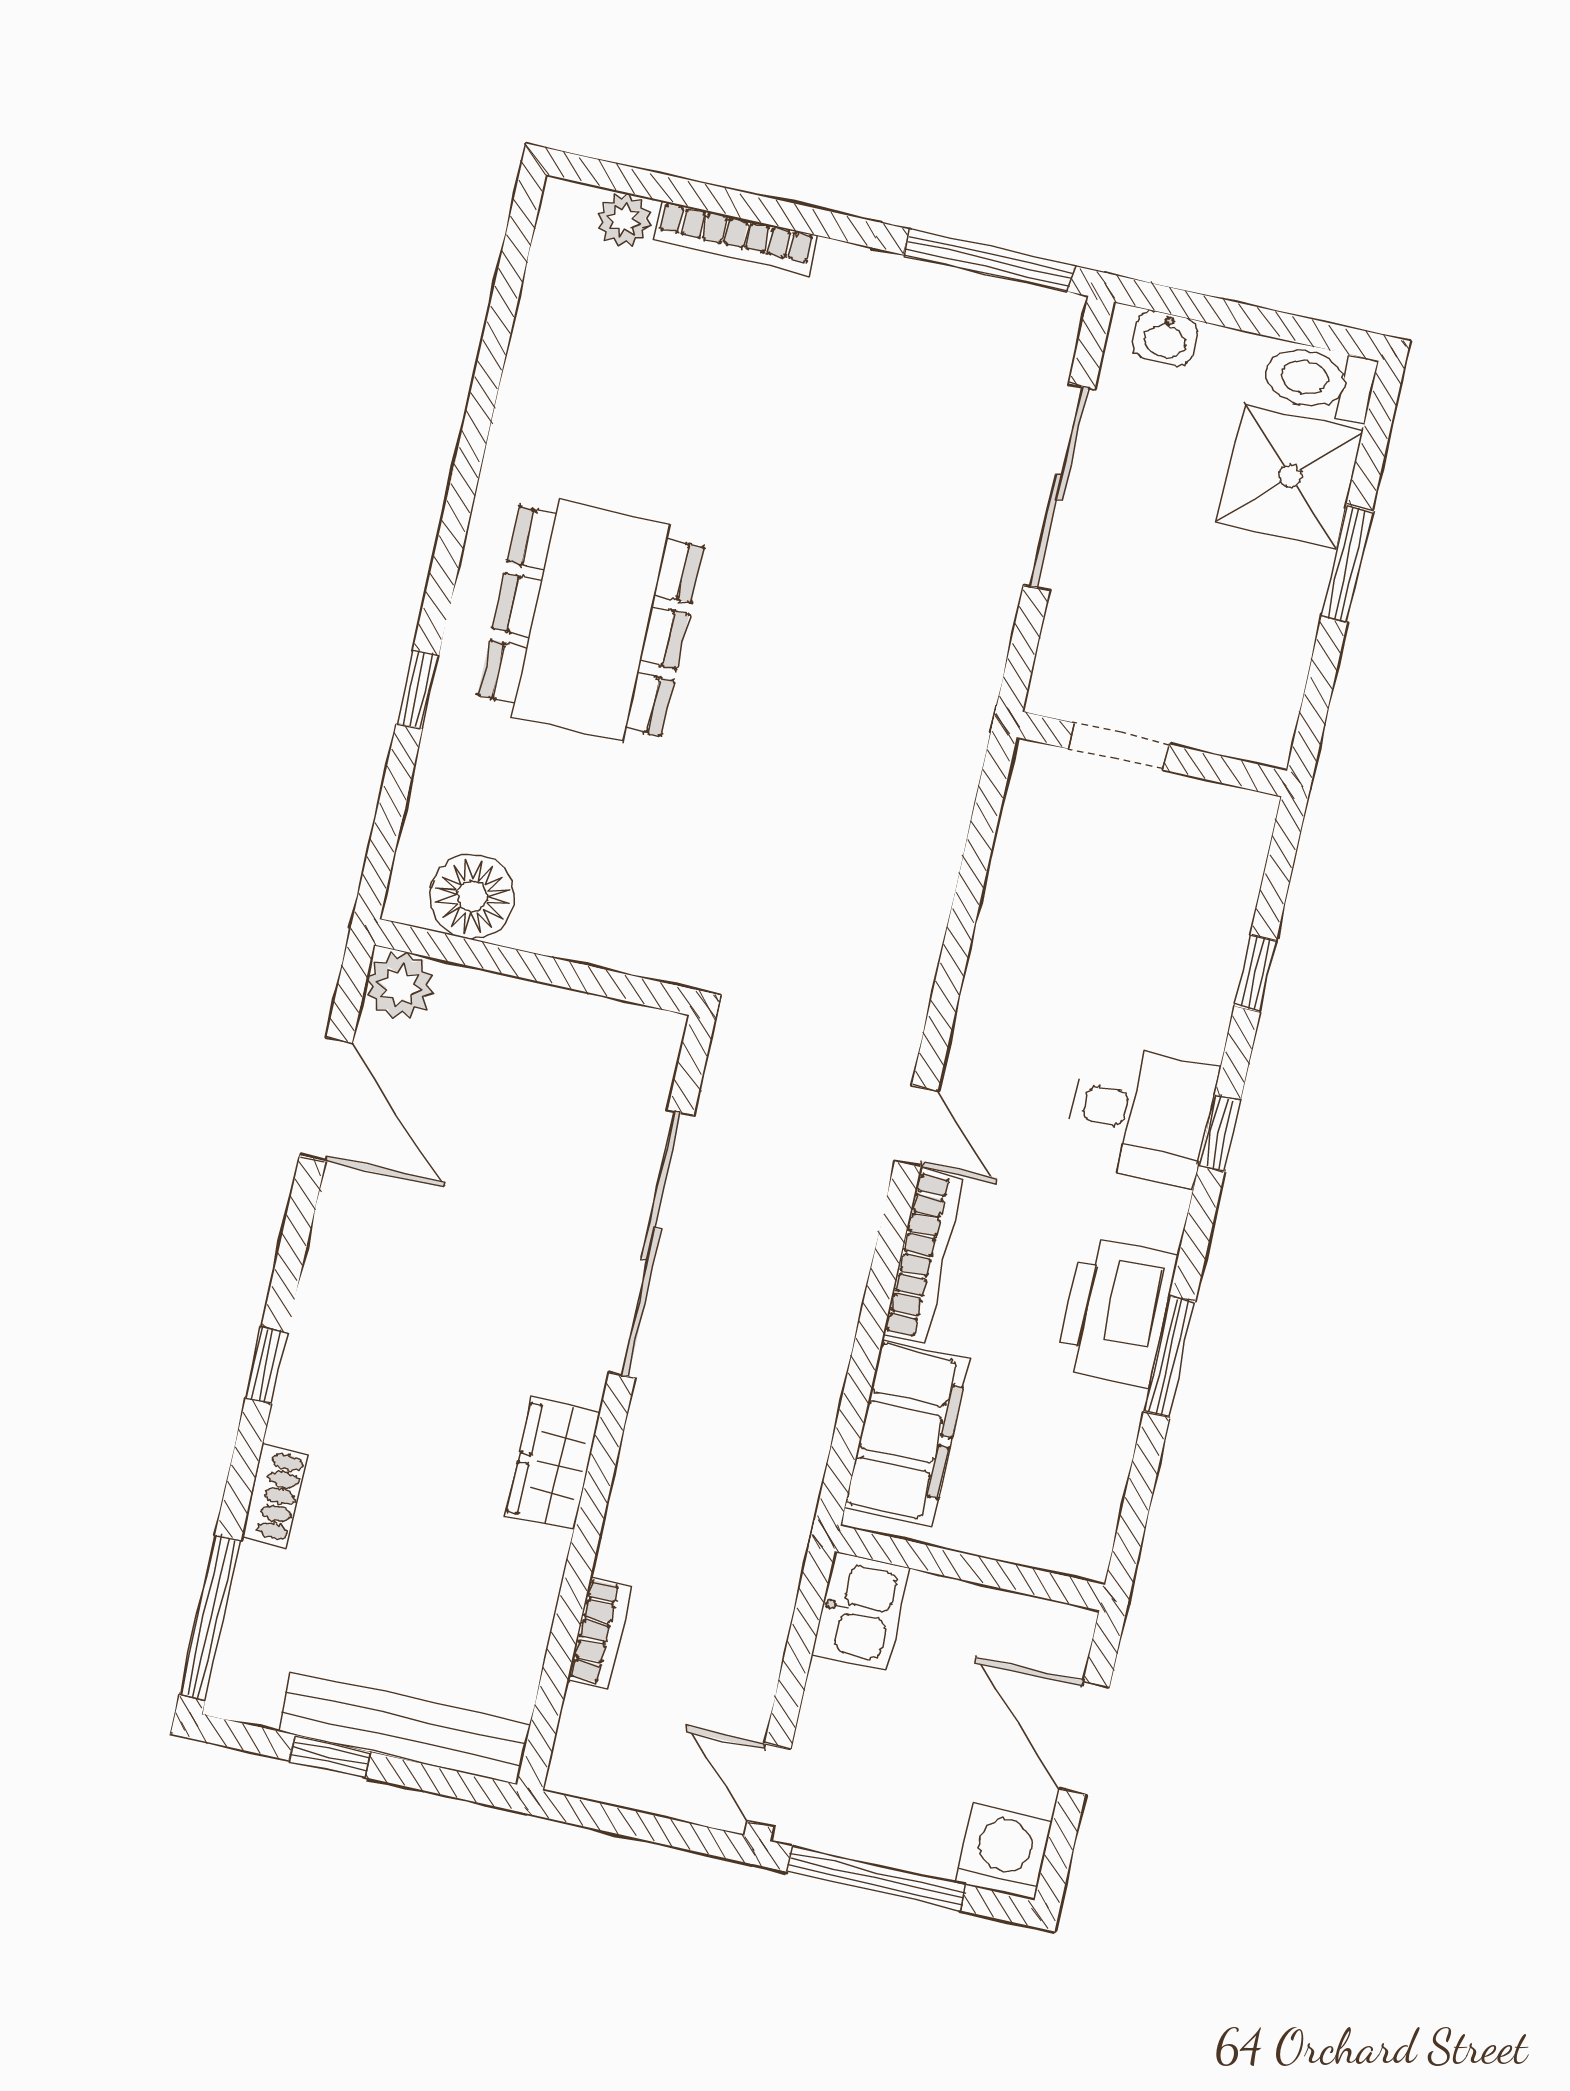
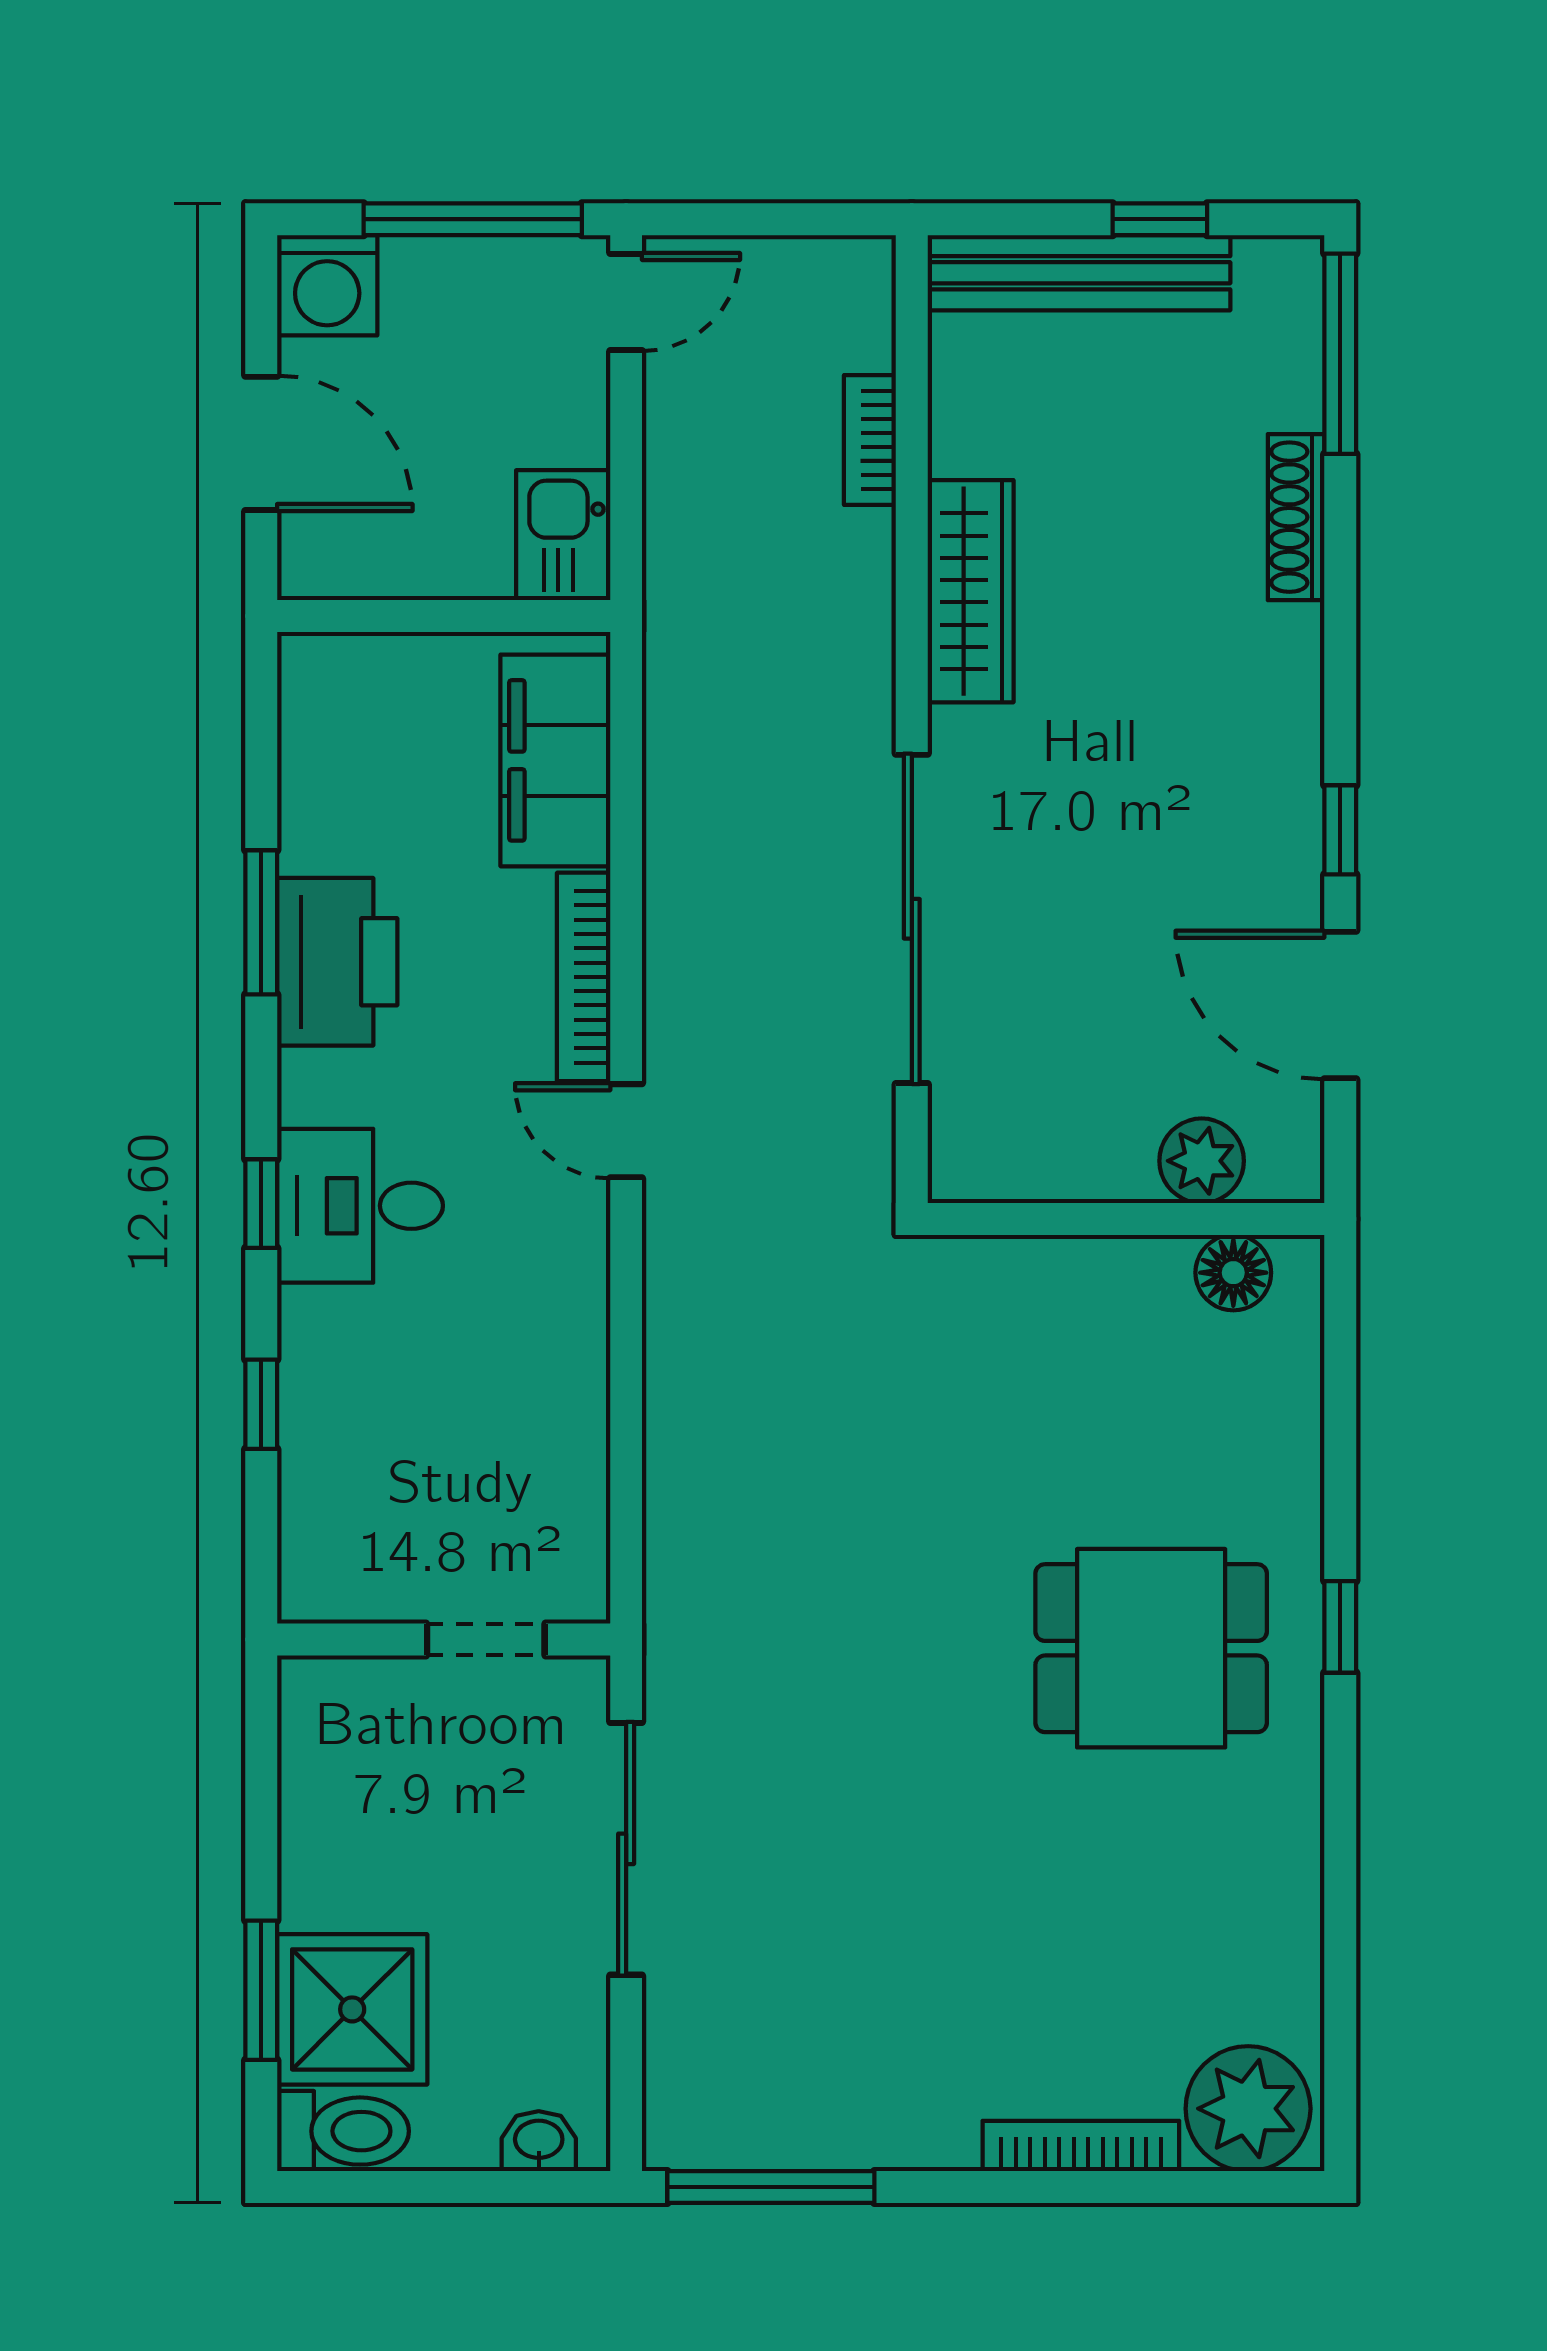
plant: (624, 220) -> (1248, 2109), width x1.88, depth x1.88
sliding door: (1059, 487) -> (626, 1849), moved
window: (1347, 564) -> (261, 1990), moved
dining table: (591, 621) -> (1151, 1648), width x0.73
window: (418, 689) -> (1340, 1627), moved
floor lamp: (472, 897) -> (1233, 1273), width x0.73, depth x0.73
plant: (400, 986) -> (1202, 1161), moved
window: (266, 1365) -> (1340, 830), moved
wardrobe: (553, 1465) -> (971, 591), width x1.50
shoe rack: (274, 1495) -> (1296, 517), width x1.43
door: (769, 1785) -> (626, 302), hinge flipped

